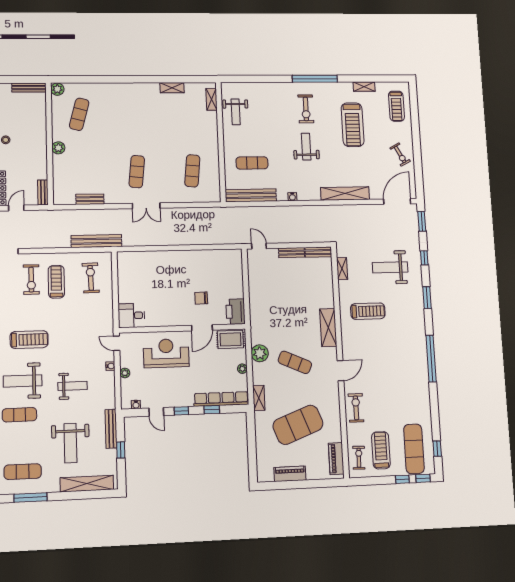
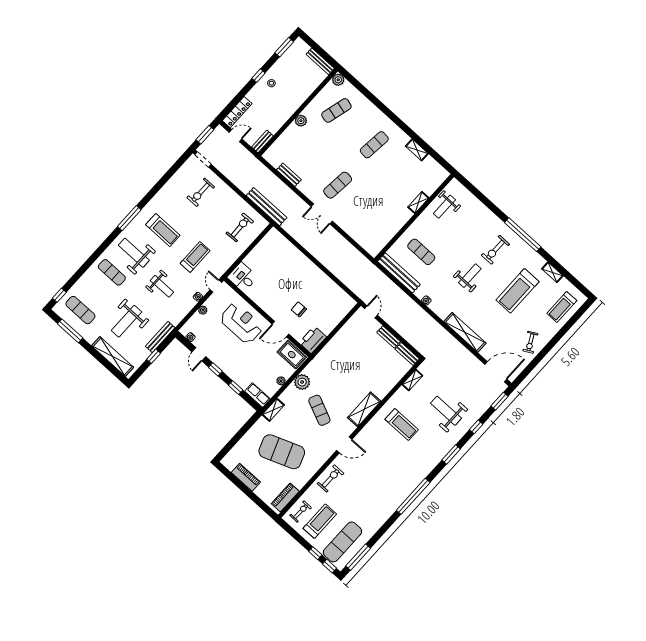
shelving: (211, 99) -> (418, 202), moved
exercise mat: (192, 171) -> (374, 145), moved
treadmill: (56, 282) -> (195, 257), moved
row of seats: (221, 399) -> (257, 395), width x0.50
window: (437, 449) -> (358, 557), width x2.17

